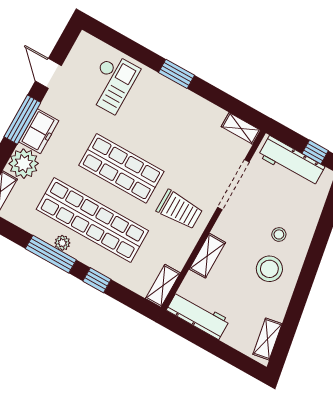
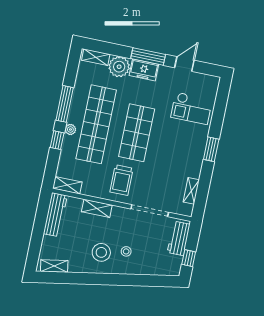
shelving: (241, 128) -> (191, 191), moved
workbench: (291, 161) -> (179, 238), width x0.73
plant: (62, 243) -> (70, 129), moved

